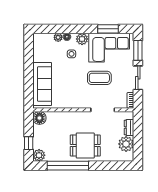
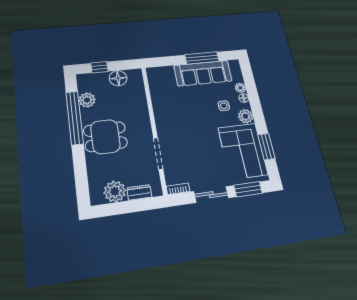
window: (29, 62) -> (202, 58), added
coffee table: (99, 78) -> (200, 144), removed
sofa: (42, 84) -> (203, 73), moved
floor lamp: (39, 118) -> (118, 78), moved
dining table: (85, 145) -> (105, 137), turned 90
plant: (39, 155) -> (87, 100), moved

